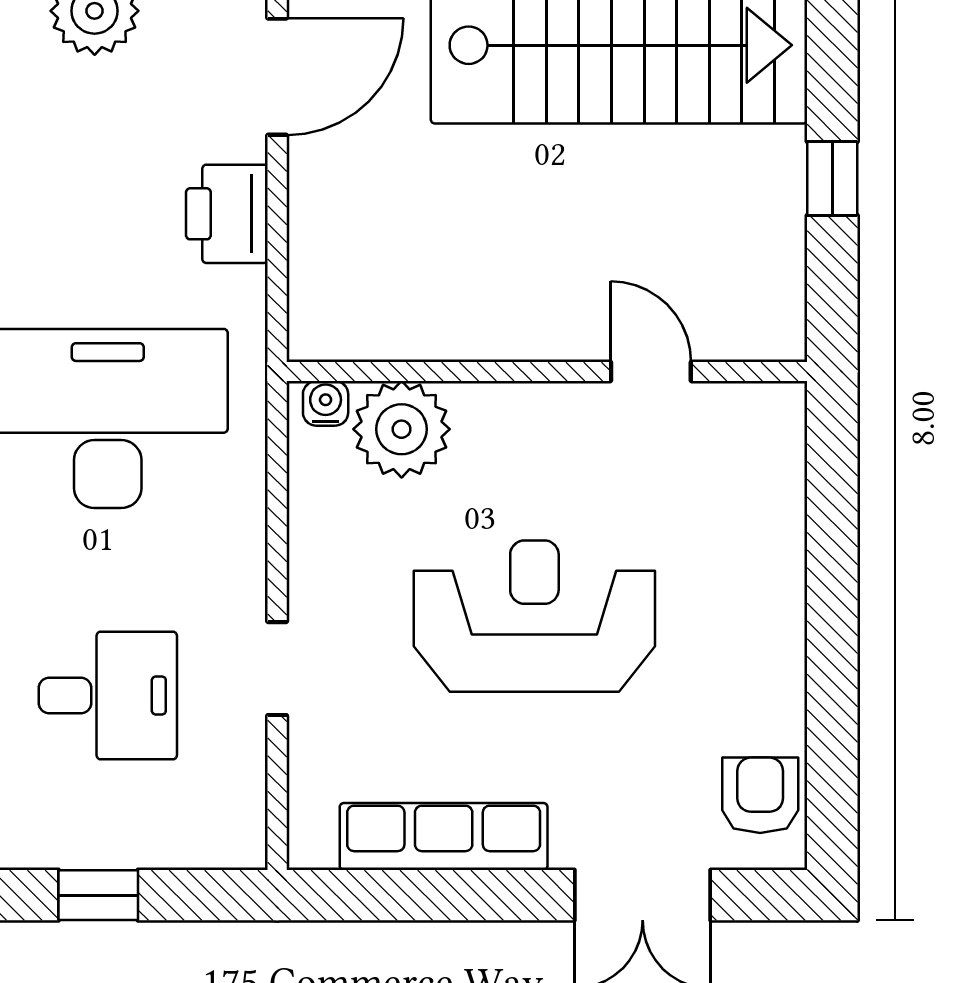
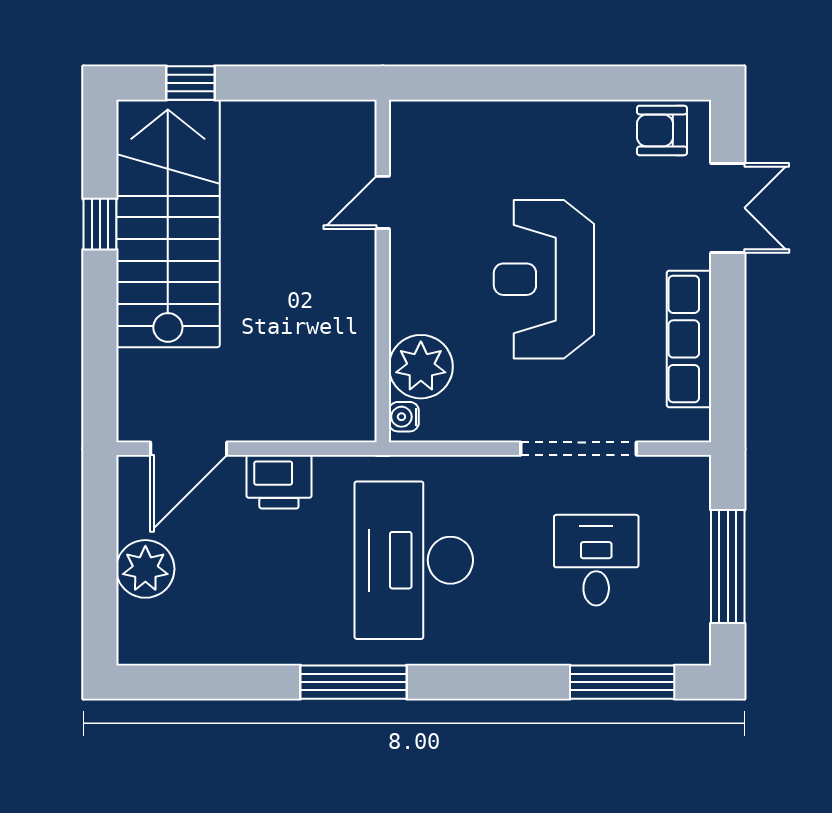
door: (277, 77) -> (189, 449), swing flipped
window: (832, 179) -> (191, 83), moved
doorway: (277, 669) -> (578, 449), width x1.88
window: (98, 895) -> (728, 566), width x2.17

